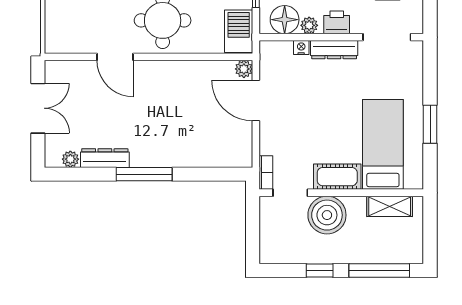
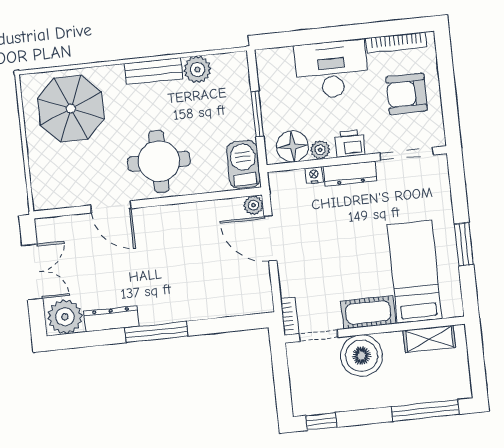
plant: (70, 159) -> (65, 317), width x1.87, depth x1.87
window: (320, 271) -> (321, 421), moved

